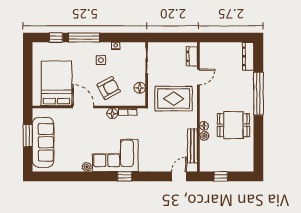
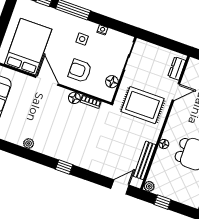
armchair: (109, 88) -> (80, 71), turned -152
plant: (204, 136) -> (149, 186), moved
corner sofa: (115, 155) -> (62, 142), removed

